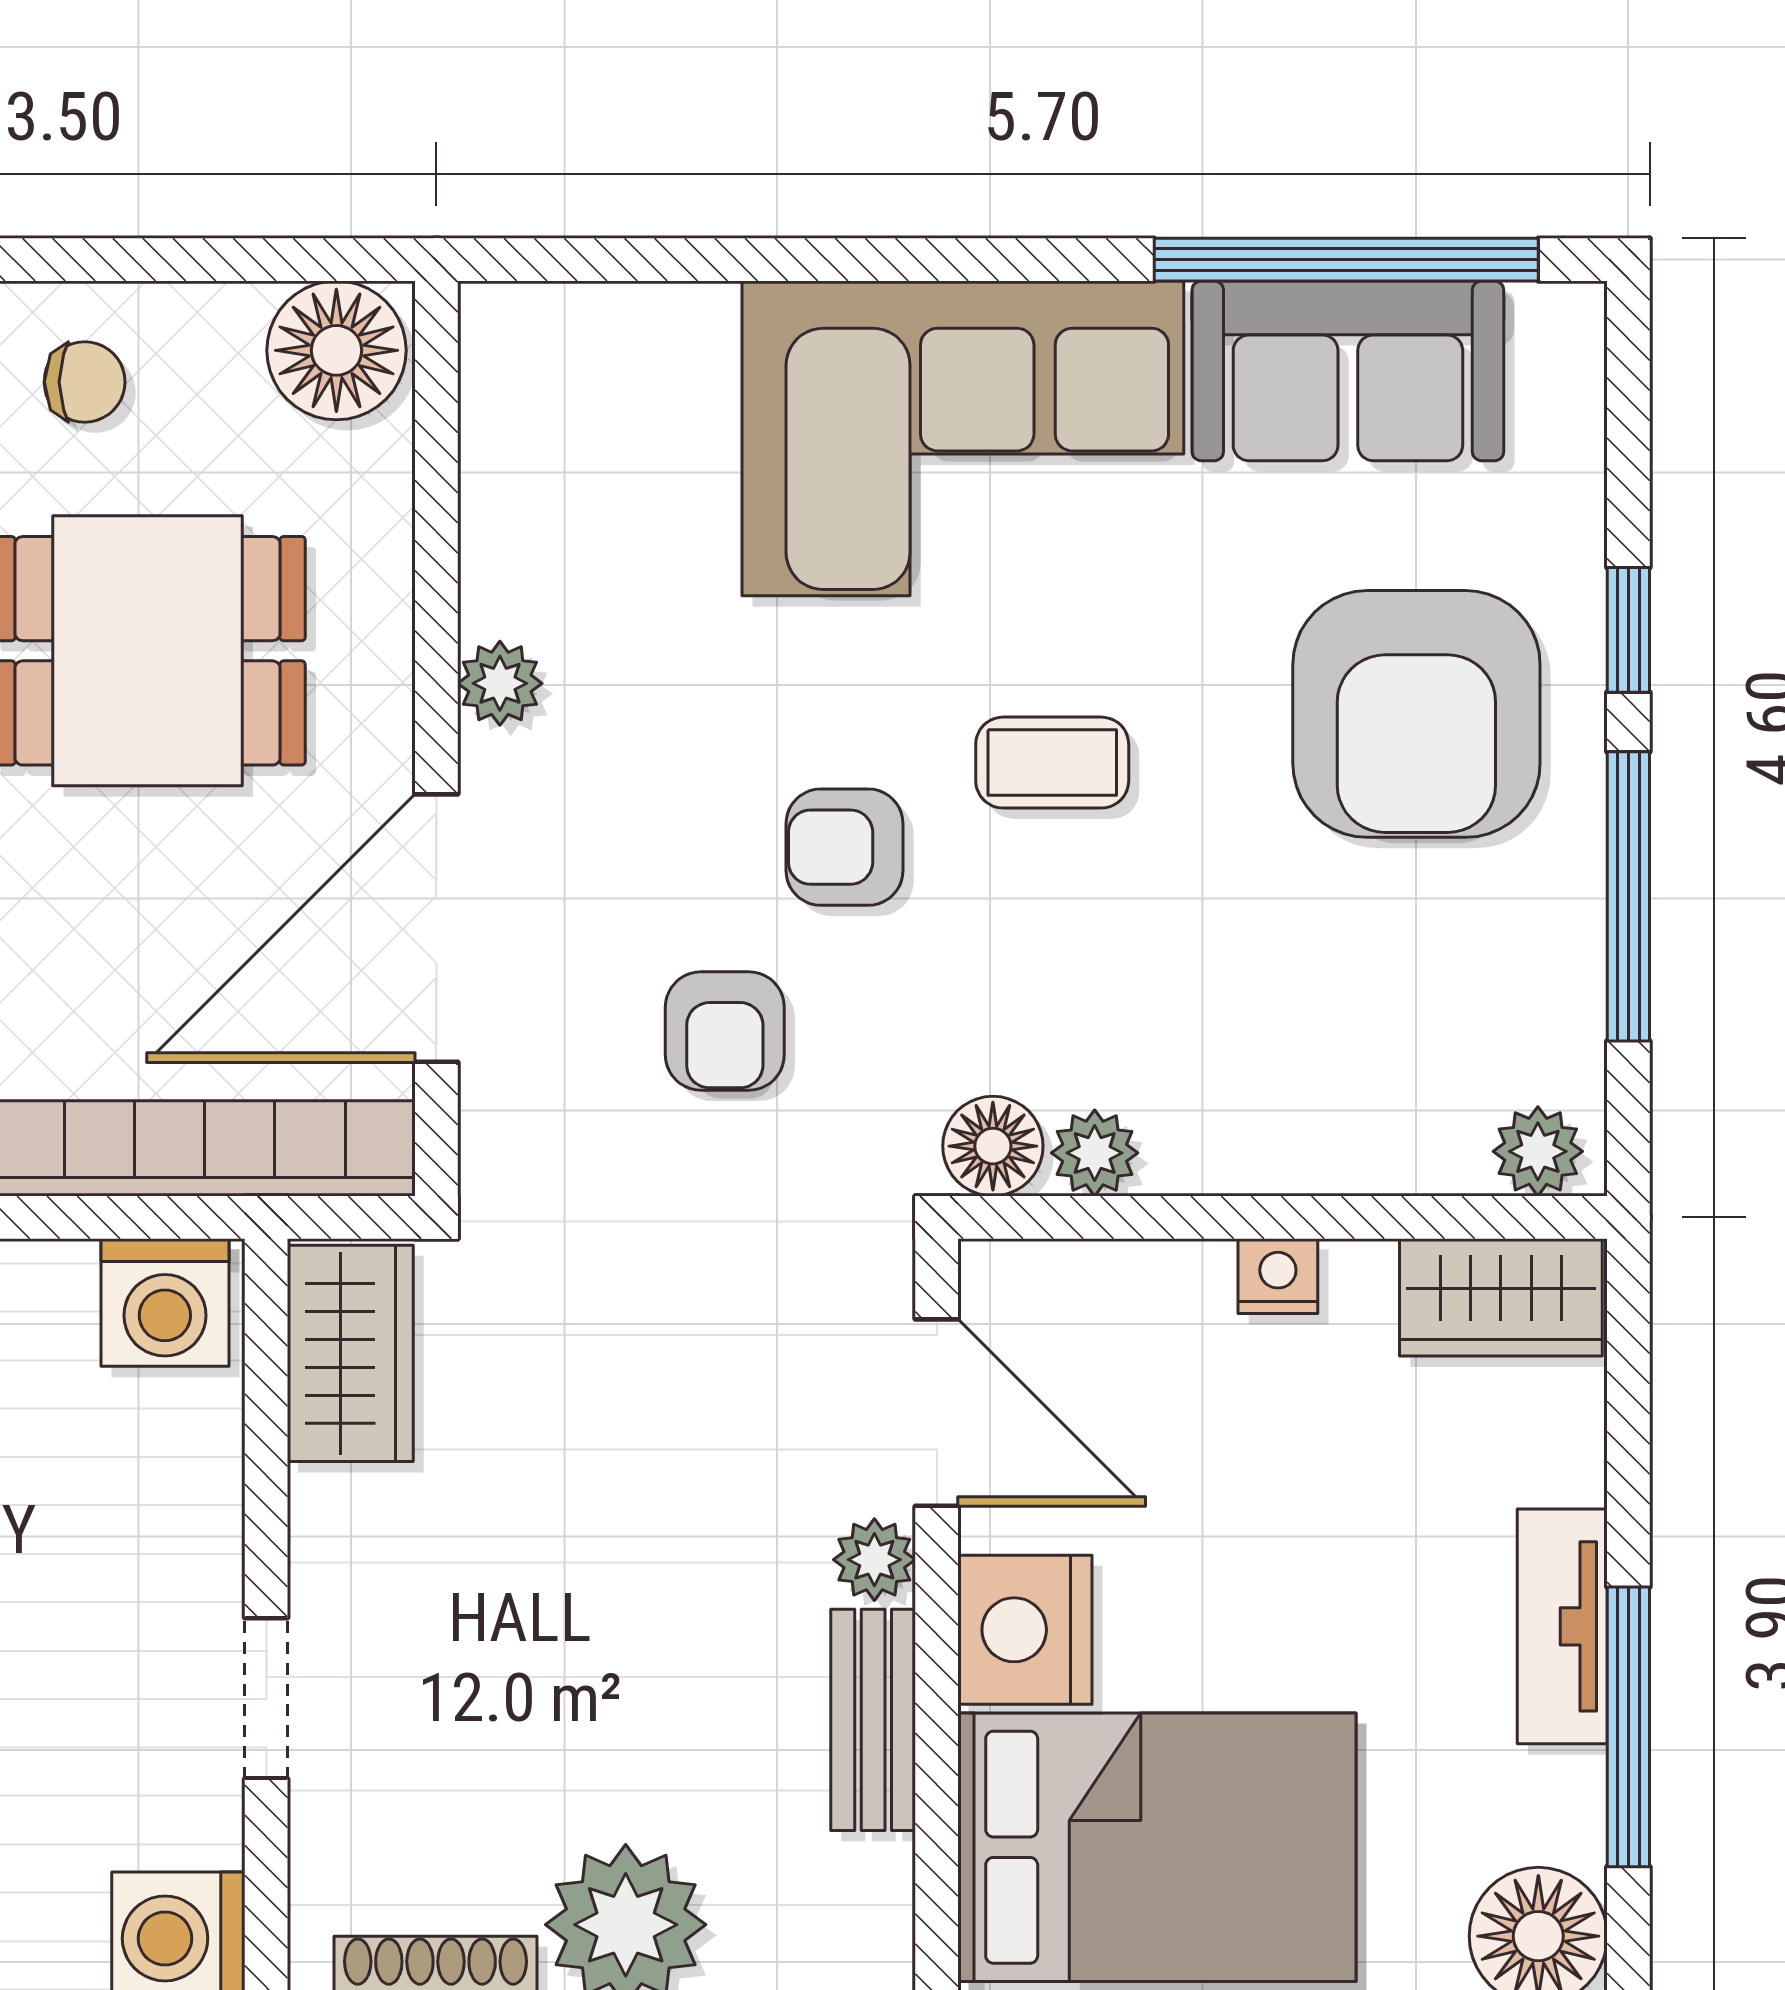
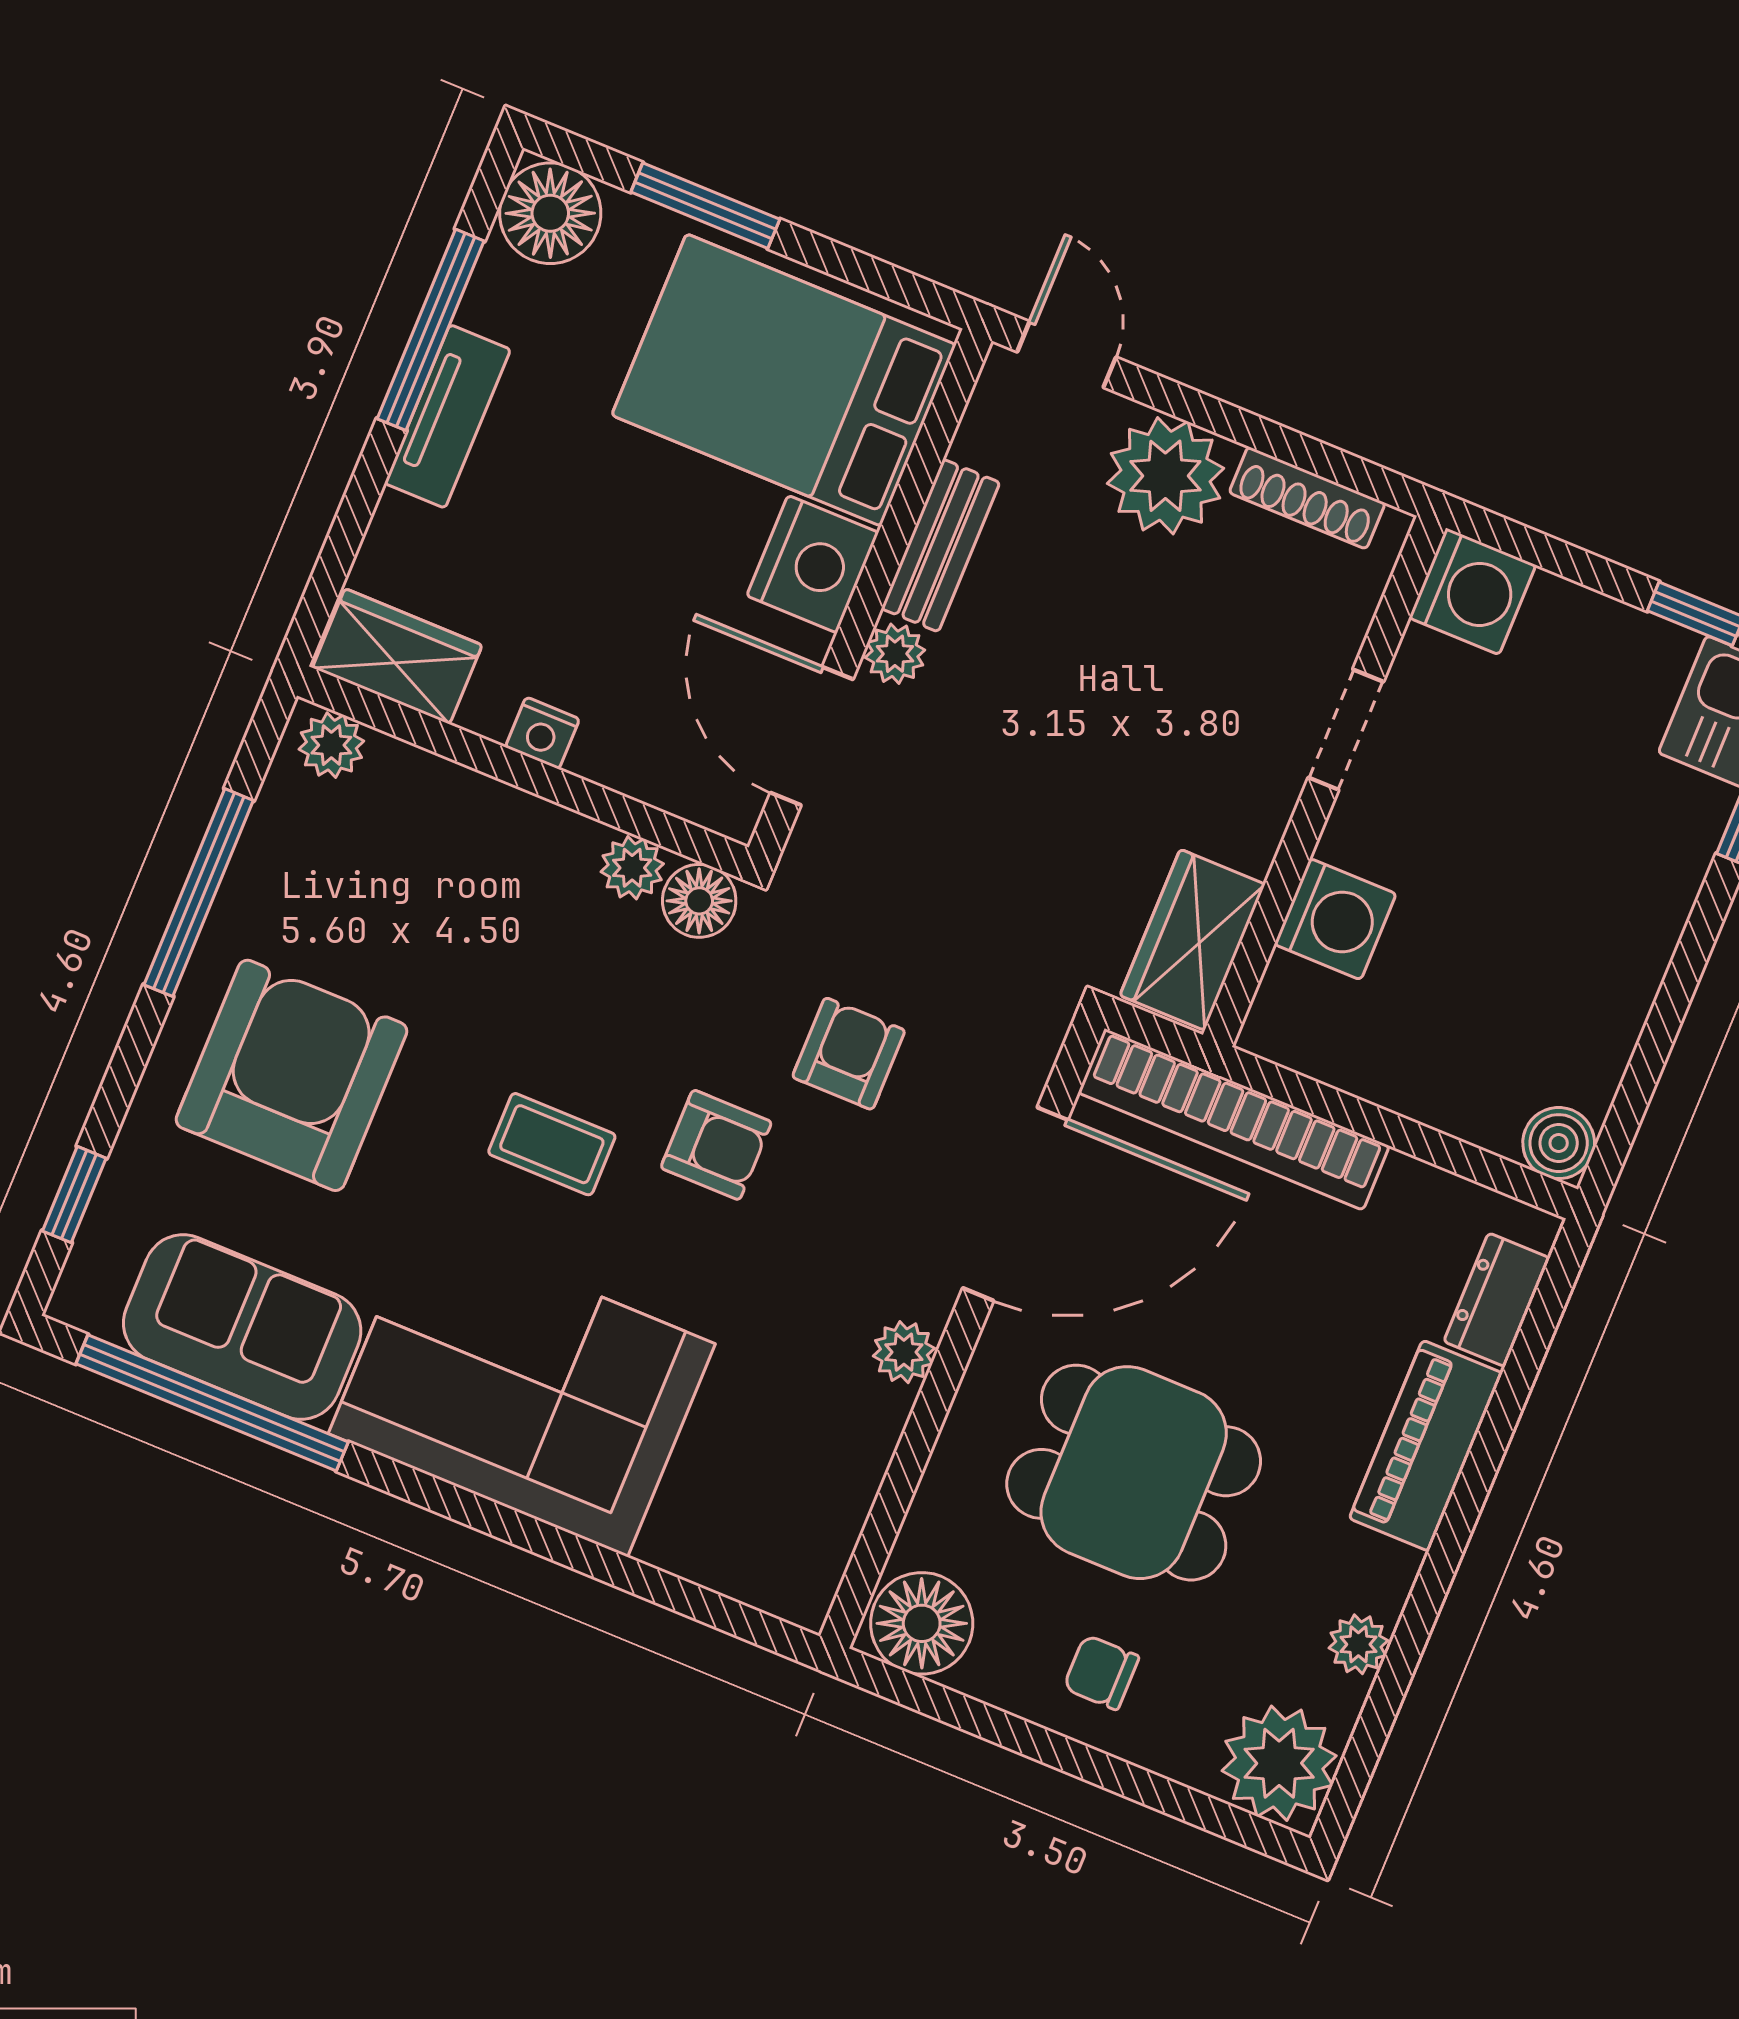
window: (1628, 630) -> (74, 1195), moved
washing machine: (165, 1303) -> (1335, 919), moved, turned 90

